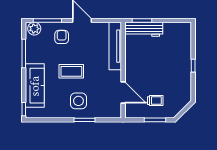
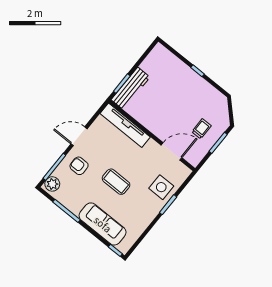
coffee table: (71, 71) -> (116, 182), turned 90
side table: (78, 101) -> (161, 187), moved

